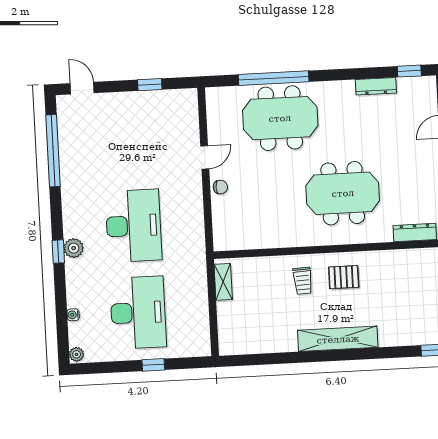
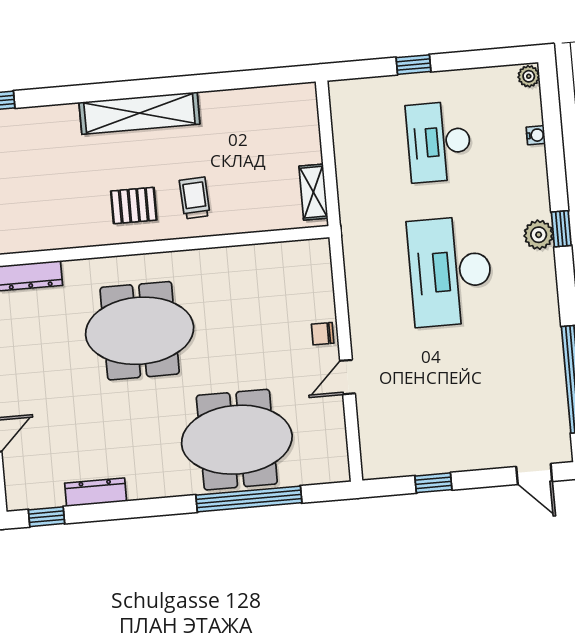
desk: (138, 313) -> (439, 142), width x0.73, depth x0.77

